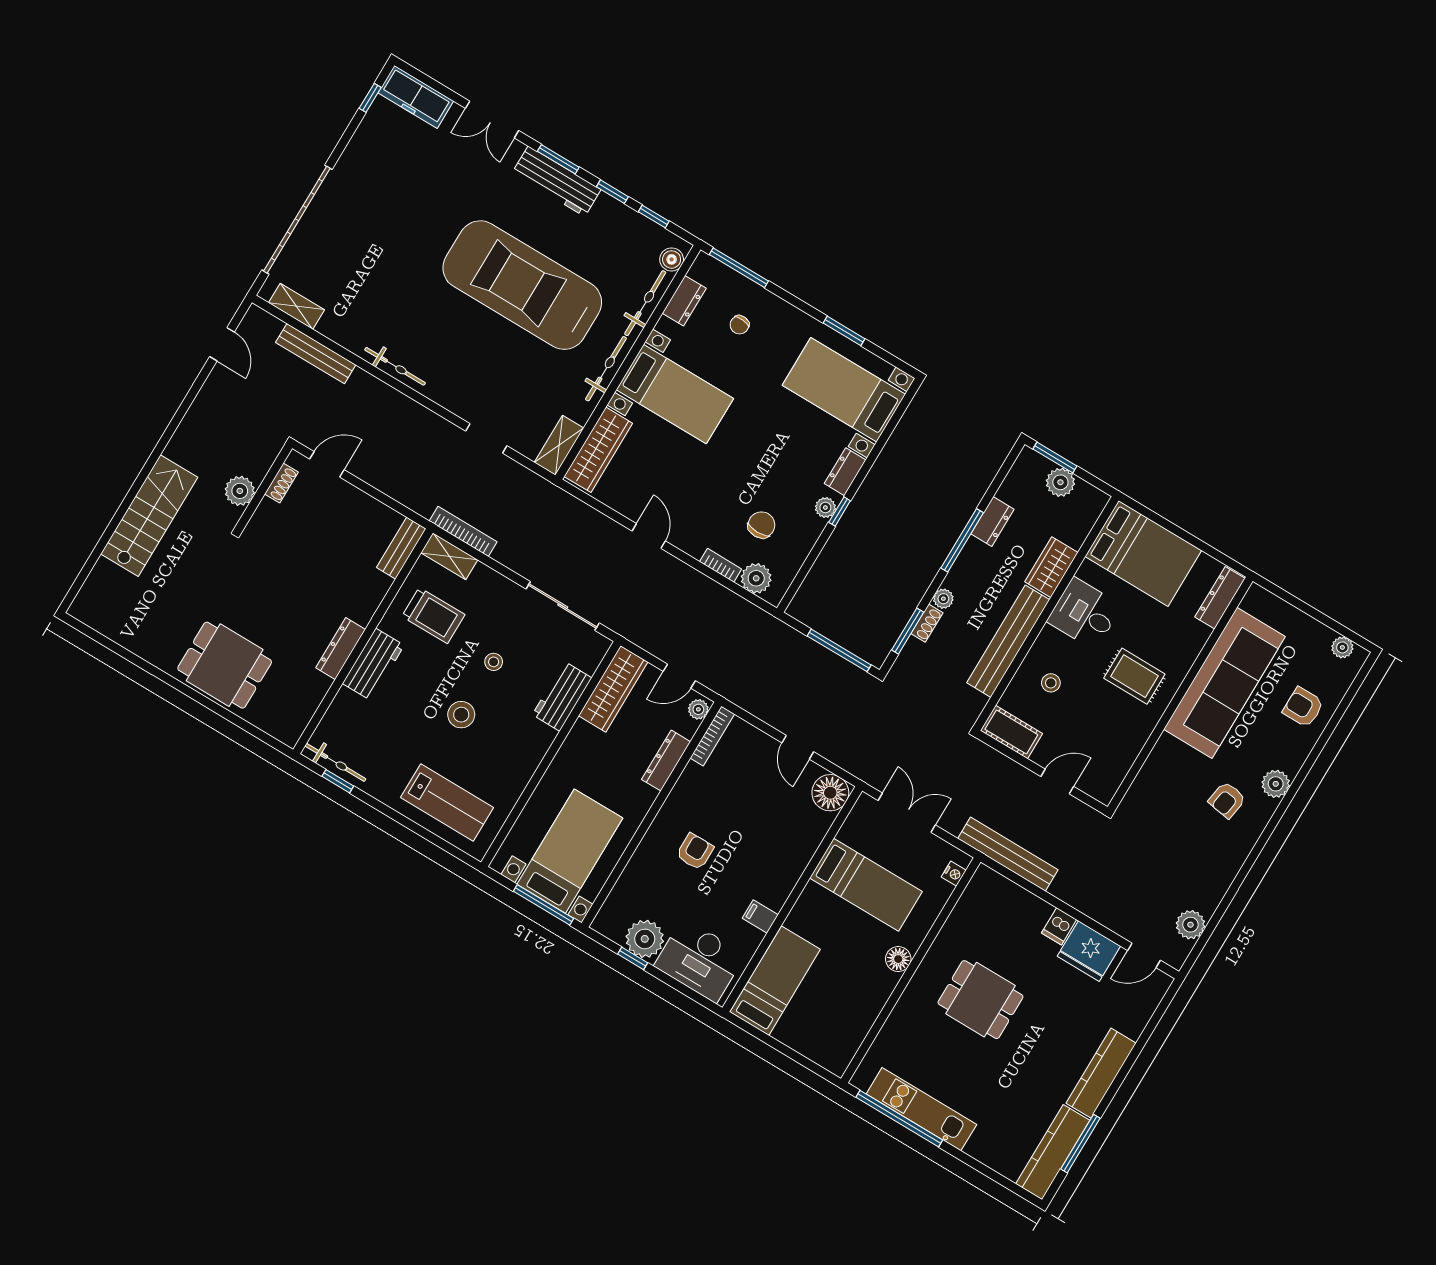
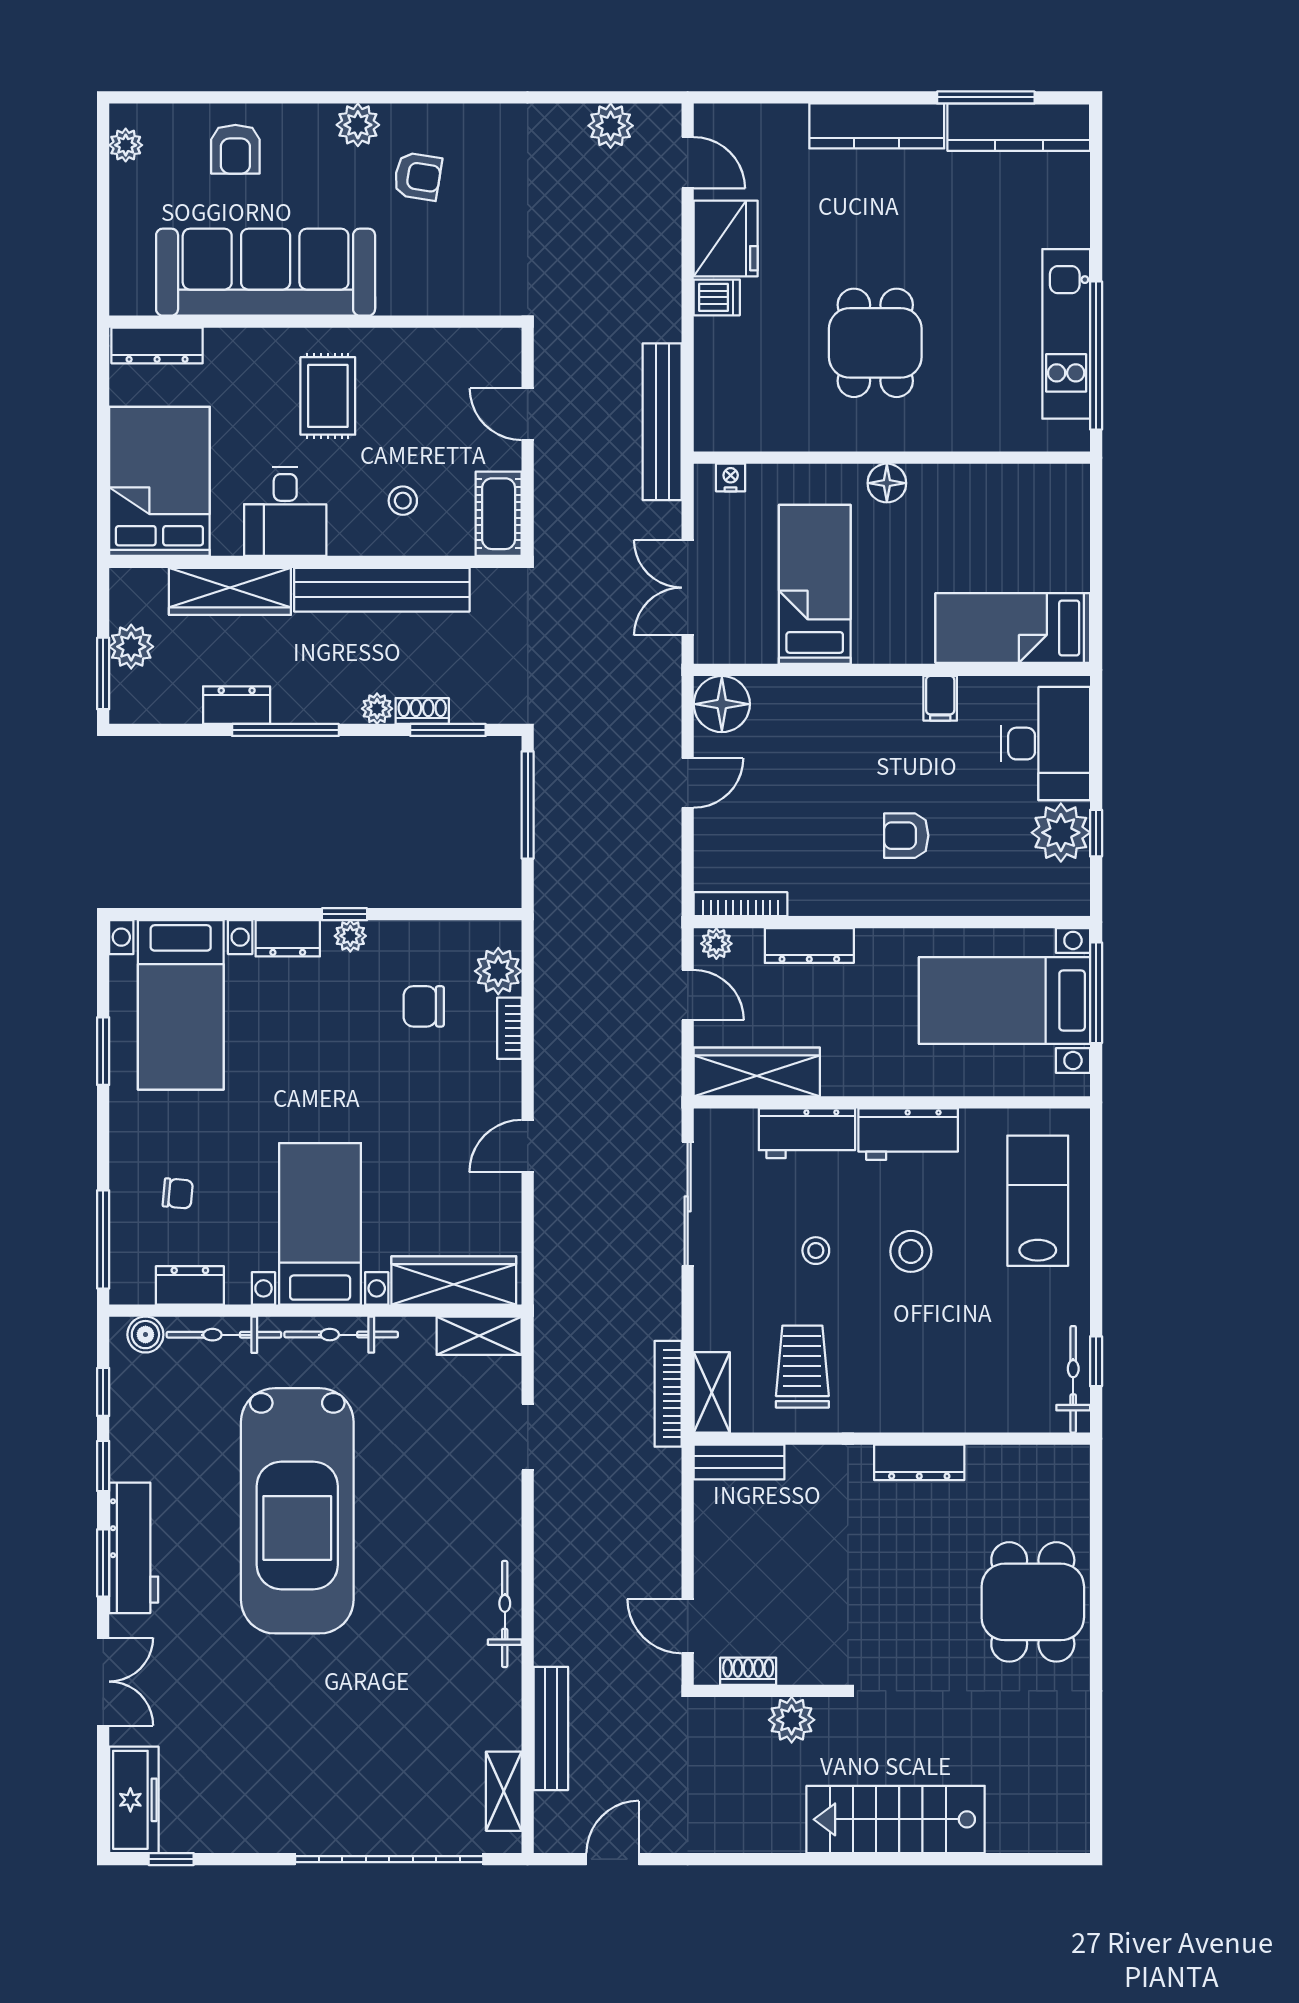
wardrobe: (1051, 567) -> (230, 591), width x1.50
workbench: (373, 664) -> (908, 1134), moved, turned 180

